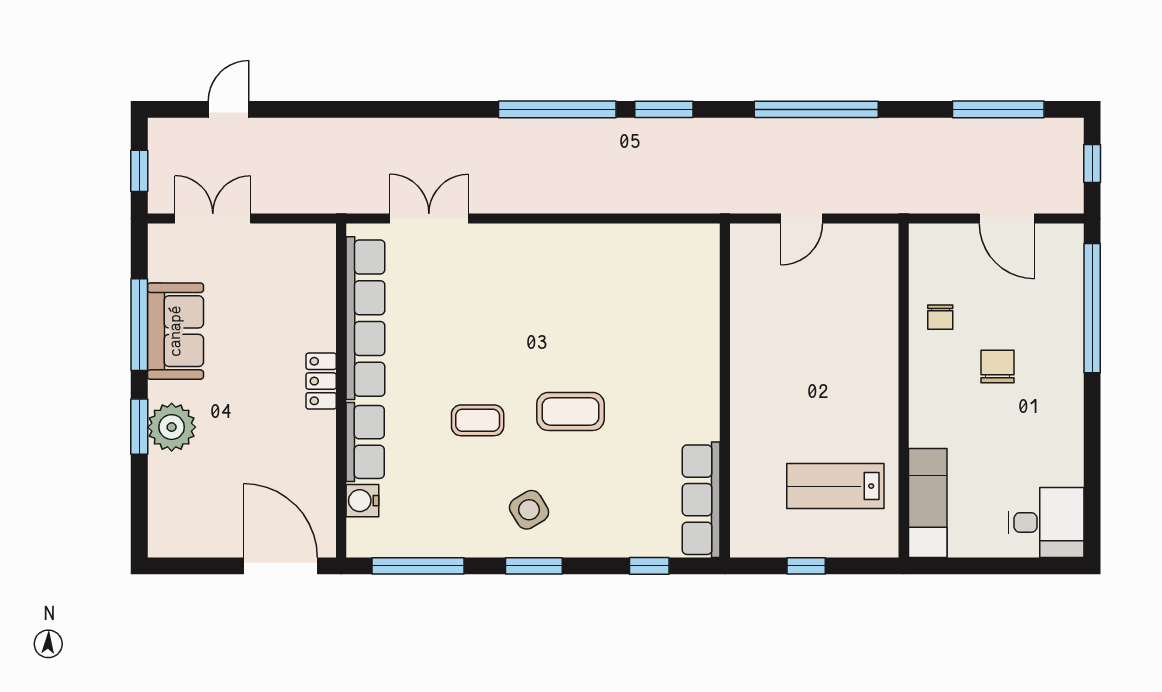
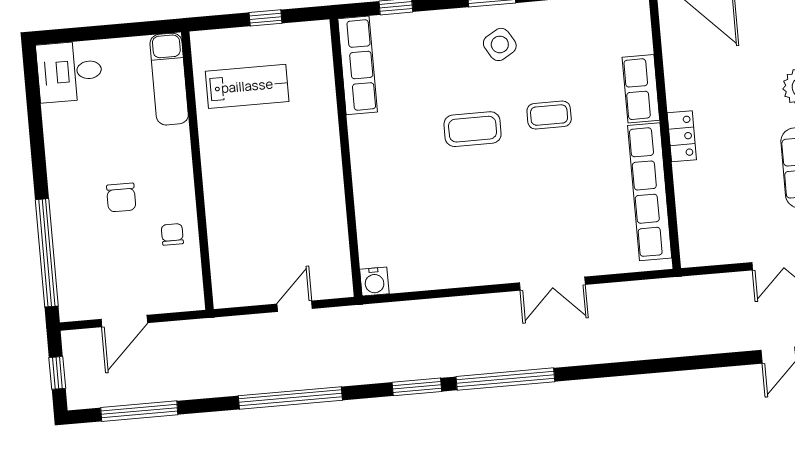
double door: (429, 218) -> (552, 284), moved
door: (1007, 218) -> (124, 321), swing flipped
water cooler: (362, 501) -> (374, 281), moved, turned 90

